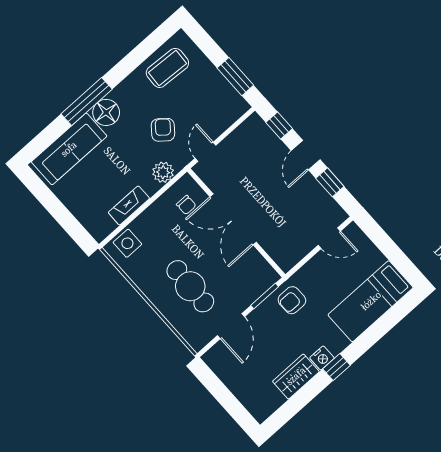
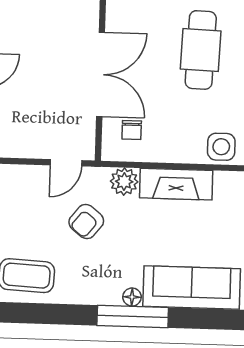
floor lamp: (106, 112) -> (132, 297), width x0.53, depth x0.53
fireplace: (129, 205) -> (176, 184), width x1.37, depth x1.32
chair: (186, 205) -> (132, 130), turned 180

